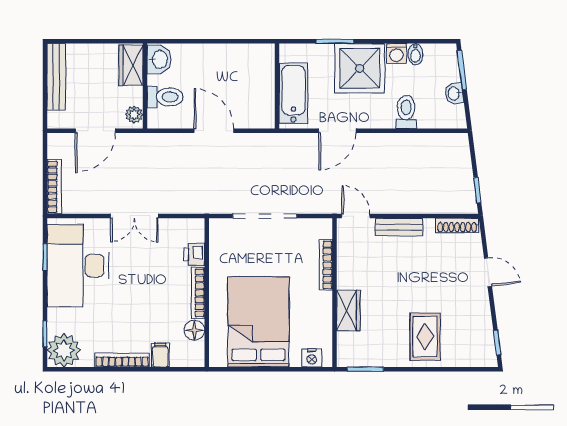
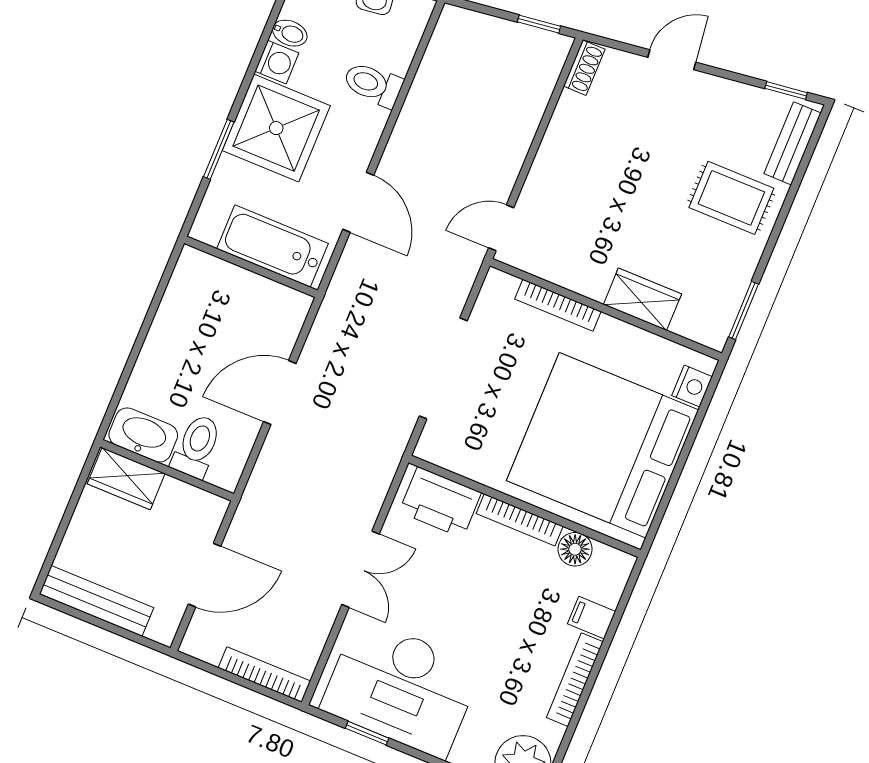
washbasin: (159, 59) -> (143, 435), width x1.38
plant: (134, 115) -> (204, 505), removed
door: (95, 131) -> (205, 575), hinge flipped
shoe rack: (457, 225) -> (584, 68), width x0.70
bench: (399, 227) -> (793, 143), moved
printer: (195, 254) -> (440, 502), width x1.87, depth x1.48
bed: (258, 322) -> (603, 445), width x1.36

